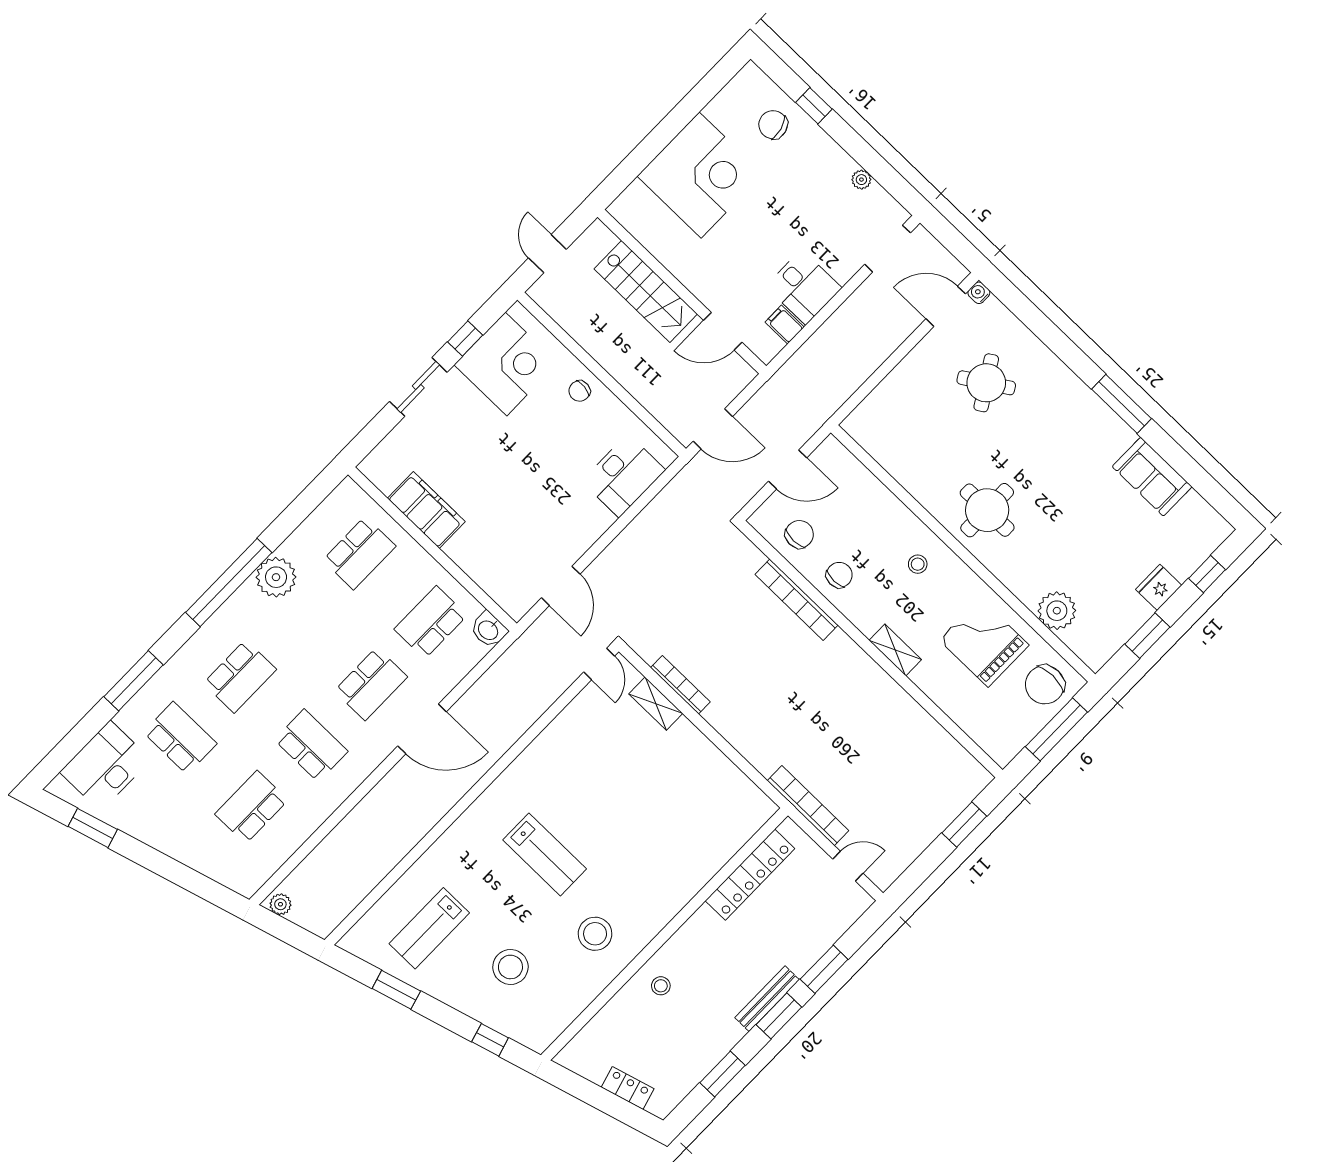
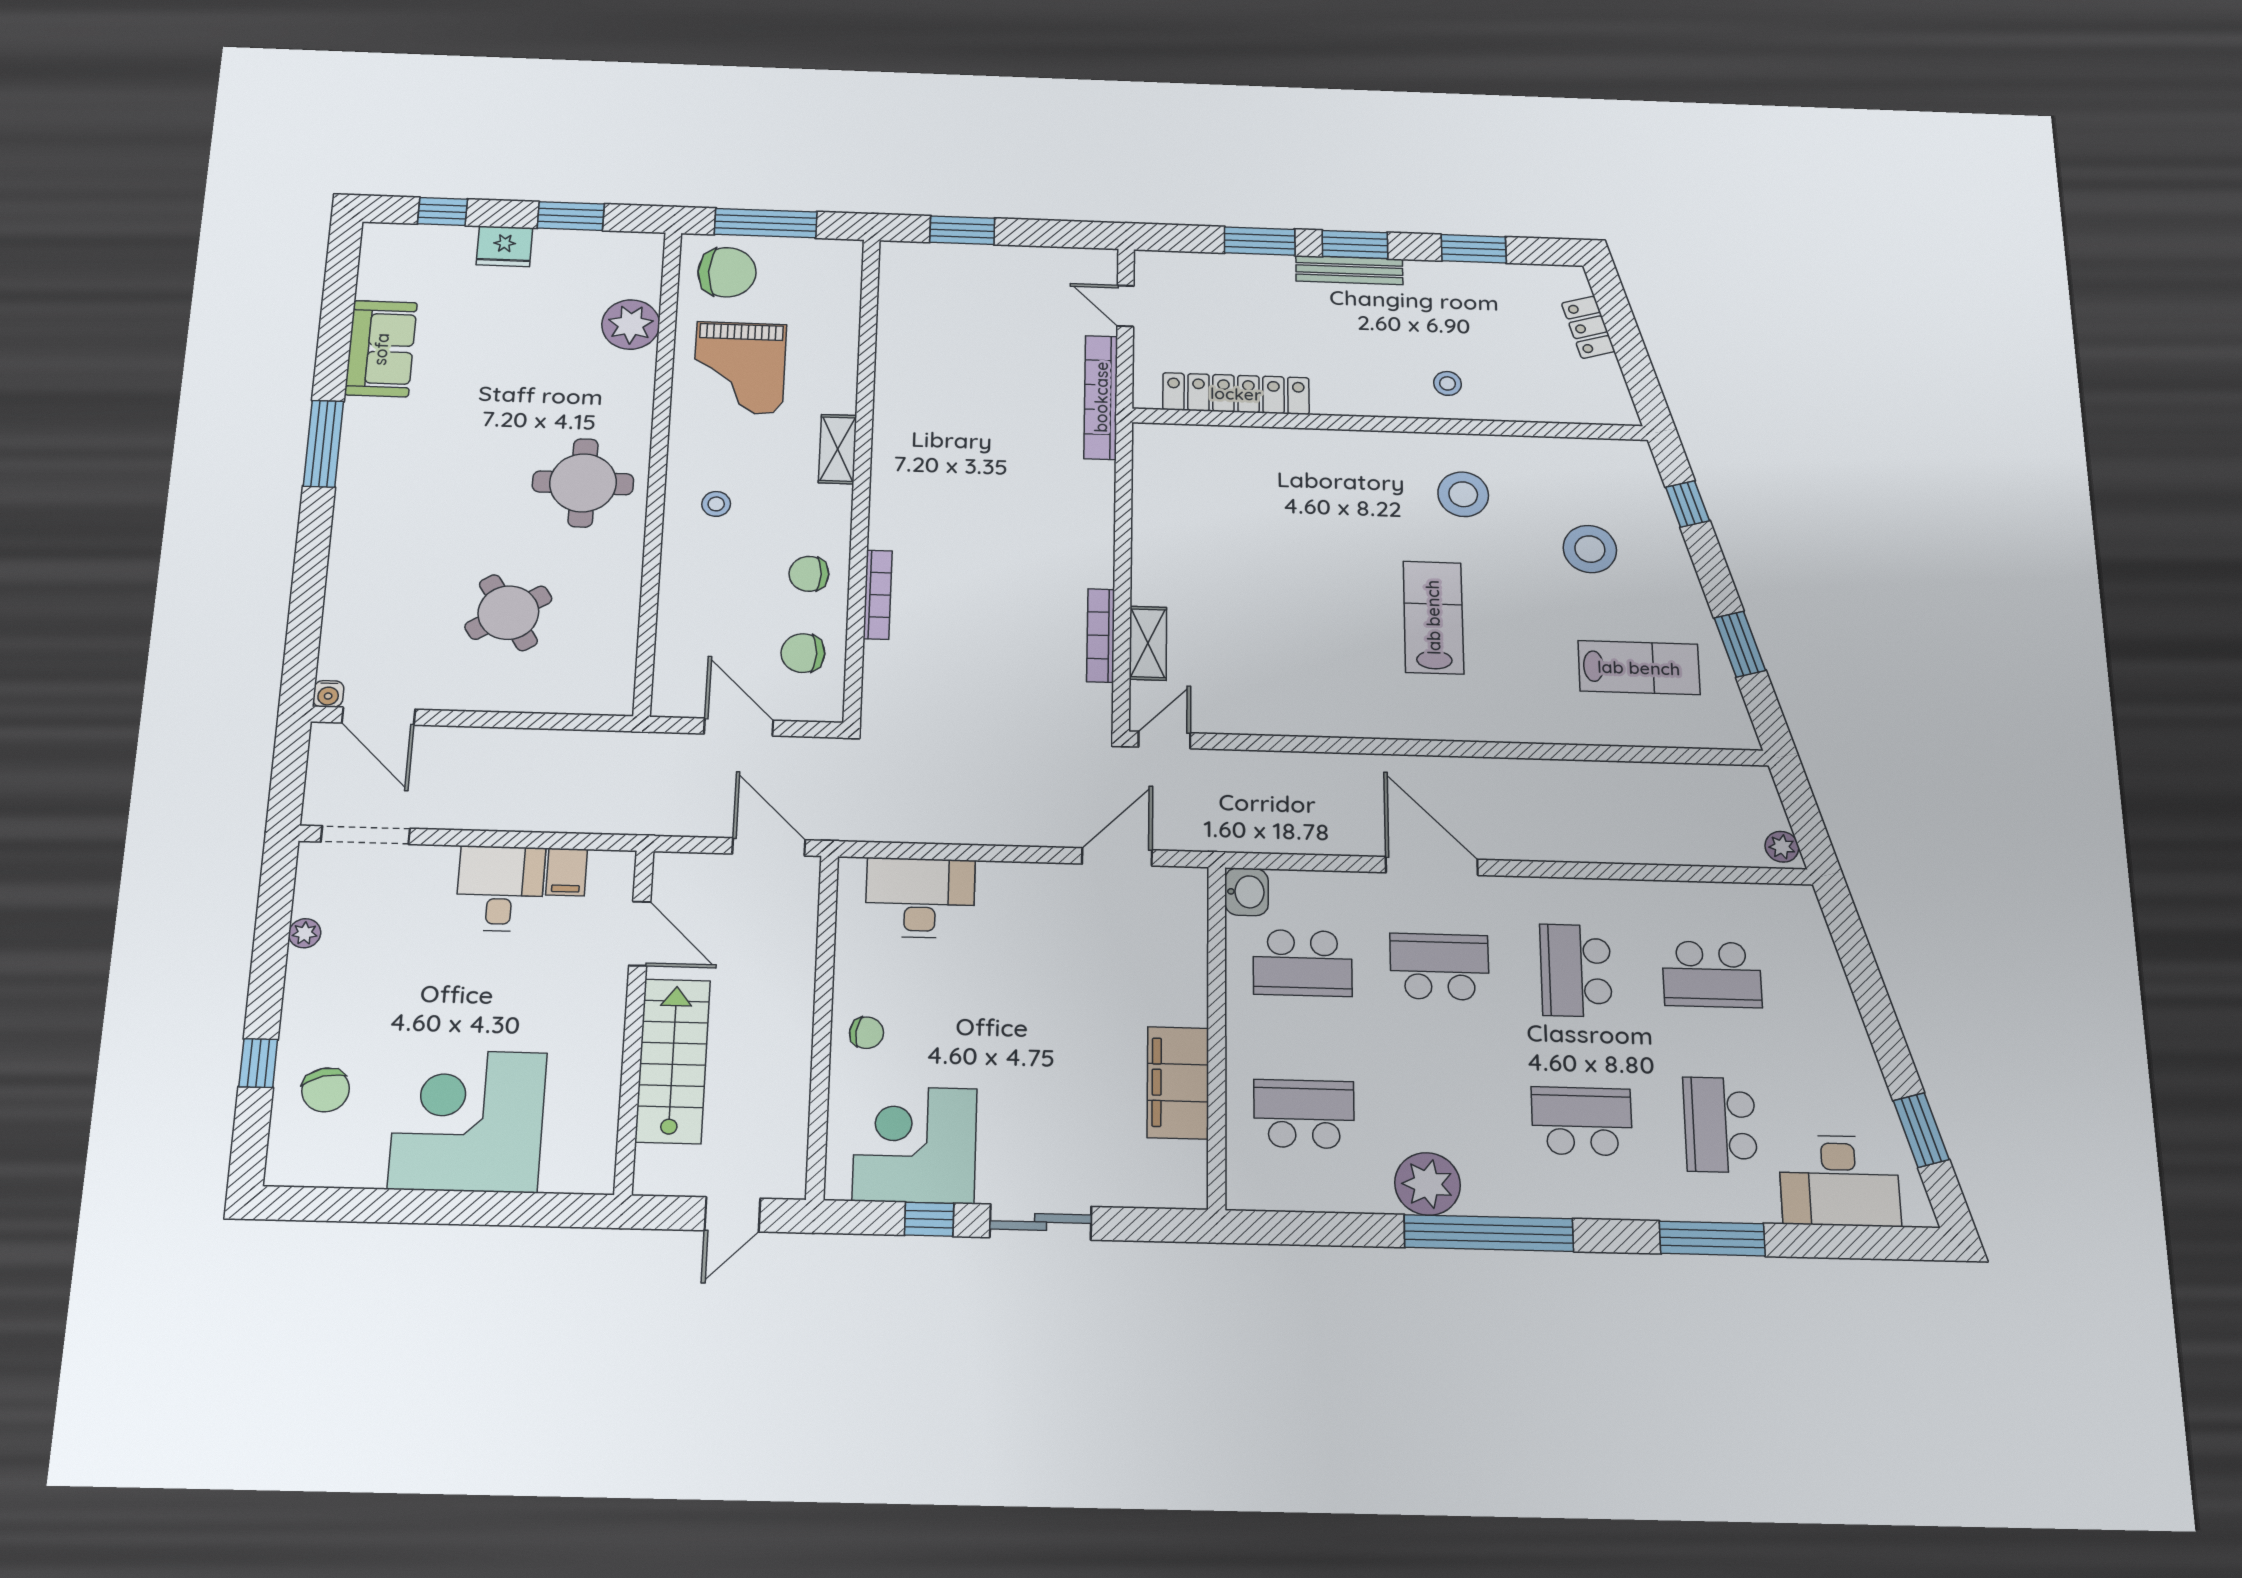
round table: (986, 383) -> (508, 613), moved
bookcase: (797, 600) -> (878, 595), width x0.68, depth x0.76

